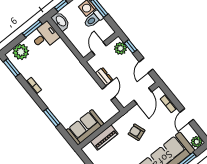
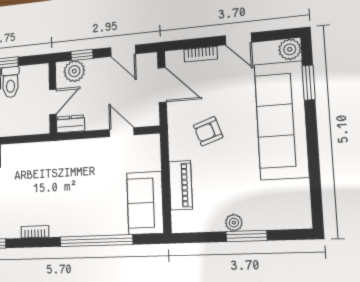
door: (99, 48) -> (53, 102), swing flipped
dresser: (104, 77) -> (71, 124), moved
window: (52, 117) -> (96, 241), width x2.11

